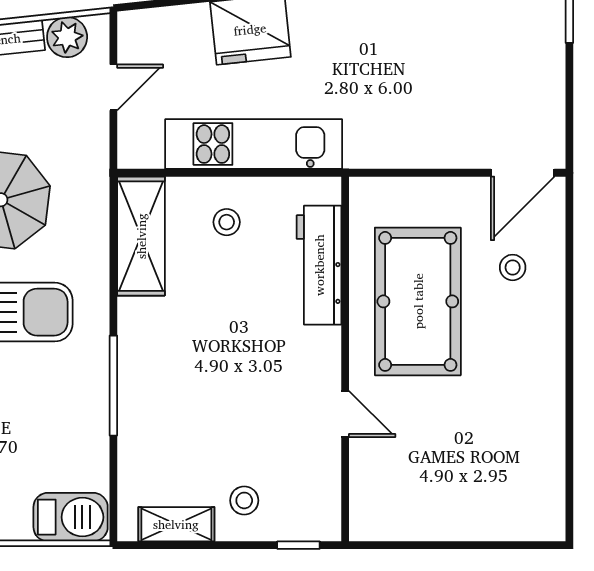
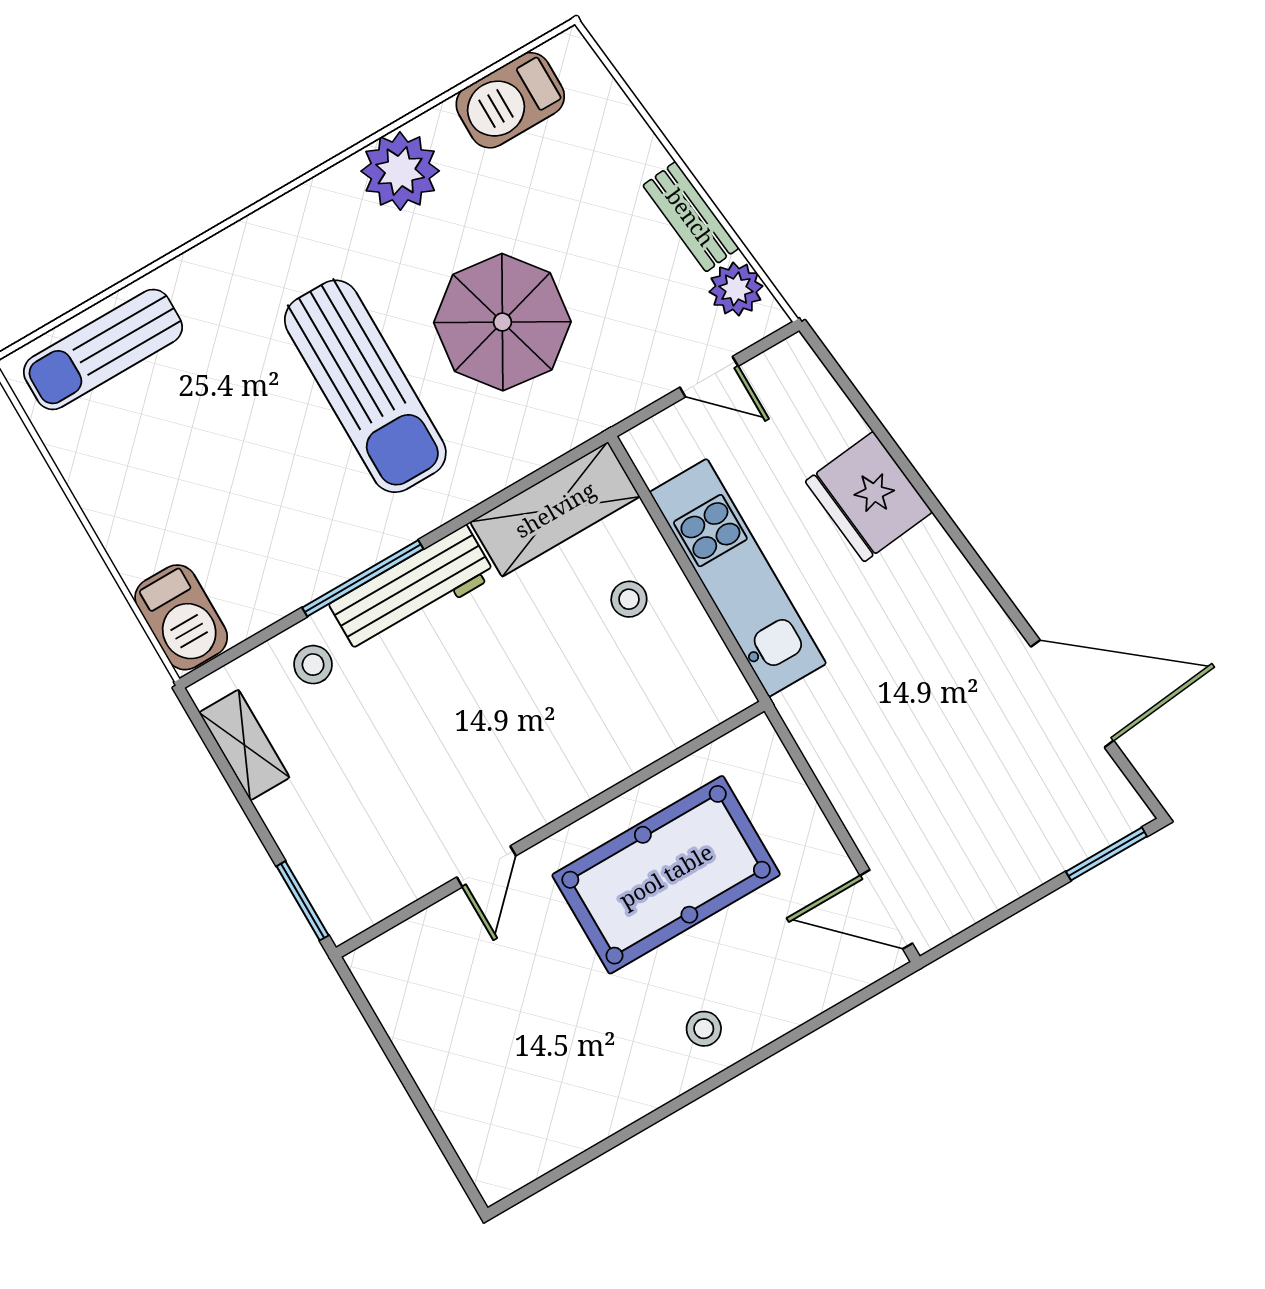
workbench: (319, 265) -> (412, 590), moved, turned 180
stool: (513, 267) -> (704, 1029), moved
stool: (244, 500) -> (313, 665), moved
window: (298, 545) -> (303, 901), width x1.50

